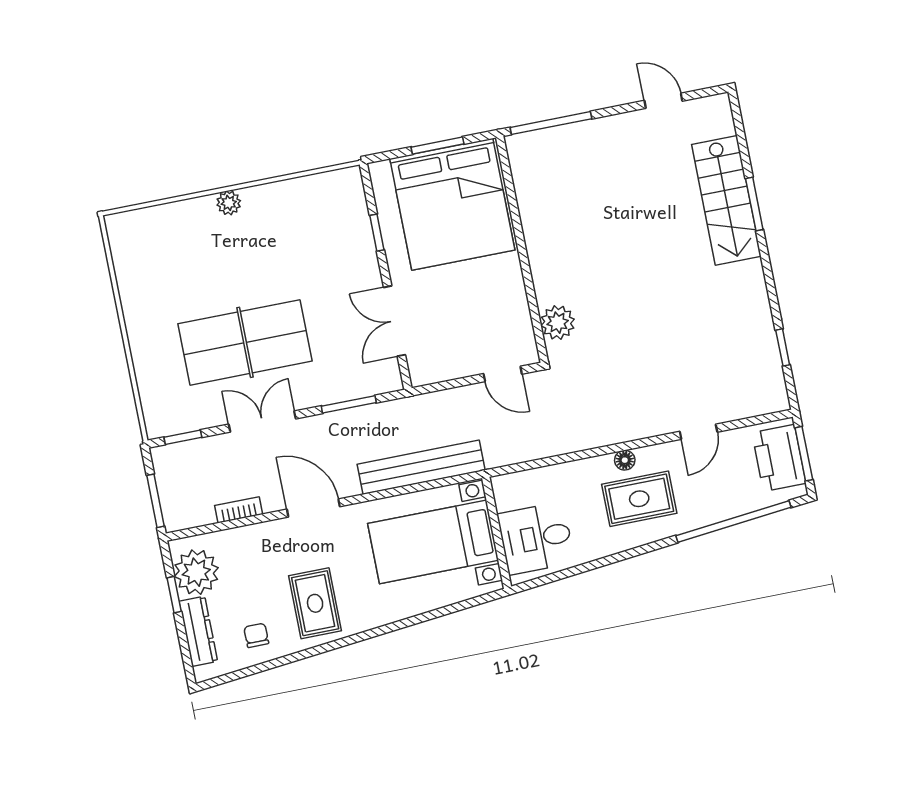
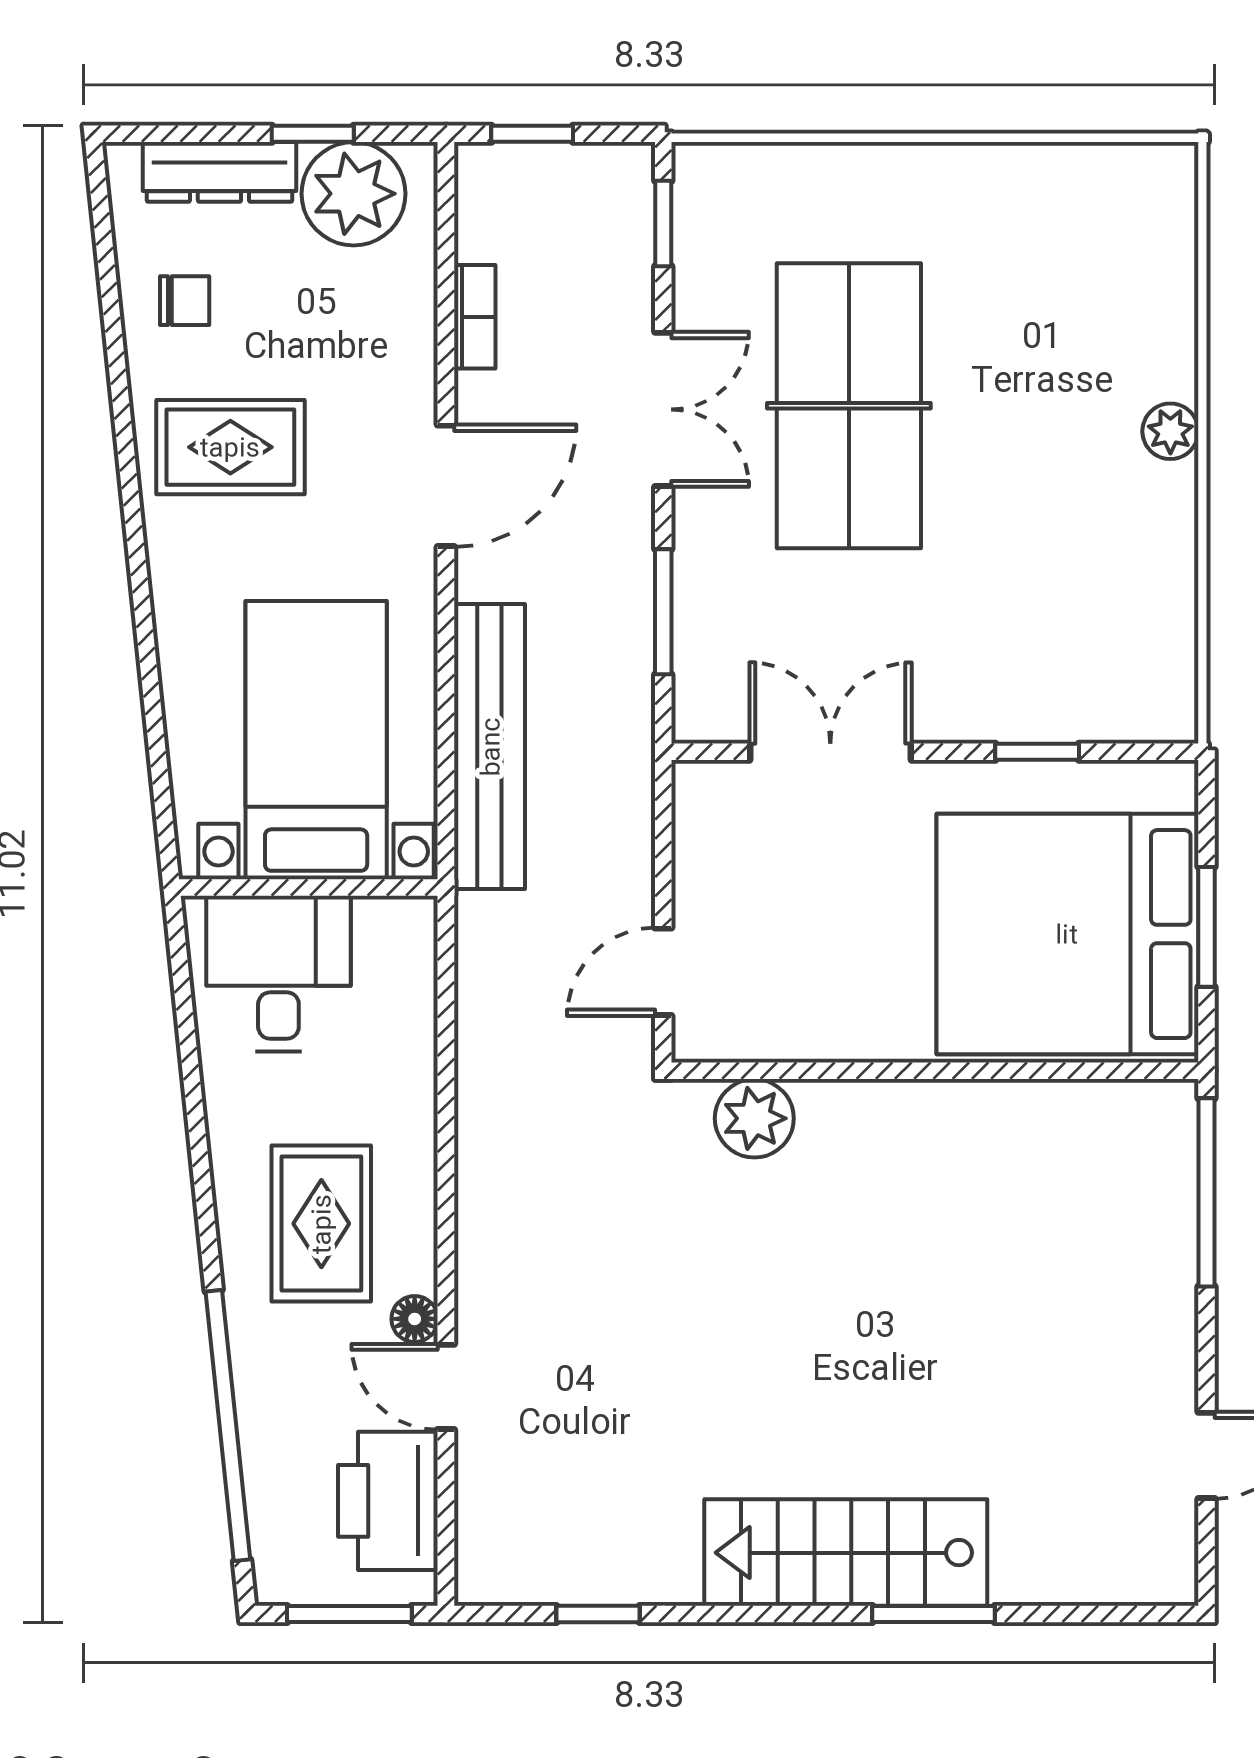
stairs: (726, 200) -> (846, 1553), moved
printer: (779, 458) -> (388, 1501), moved, turned -90
floor lamp: (625, 460) -> (415, 1319), moved
window: (156, 501) -> (532, 134), width x0.67

